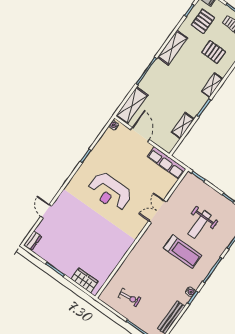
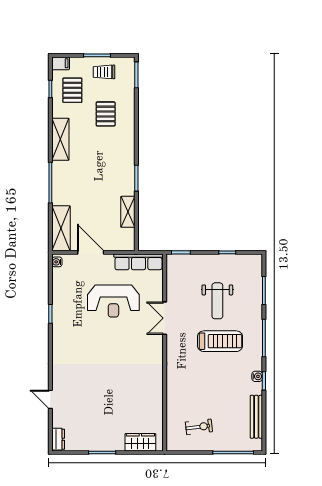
pallet: (214, 52) -> (106, 114), turned 90
shelving: (212, 85) -> (128, 149), removed
reception desk: (110, 192) -> (113, 301), moved

